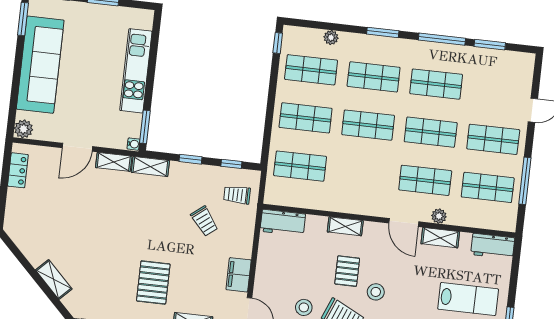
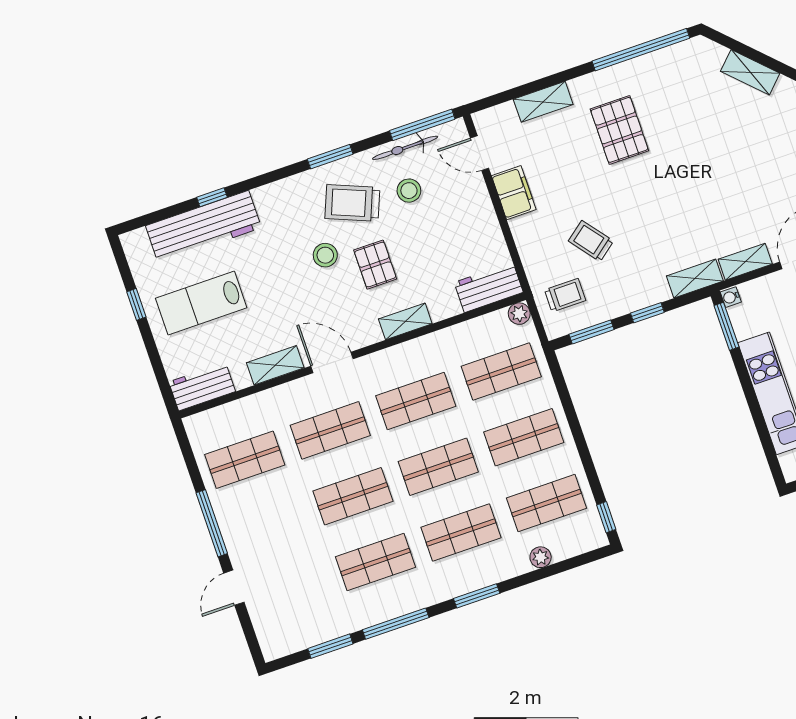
shop shelf: (493, 139) -> (416, 401), moved
window: (231, 164) -> (592, 332), width x1.50
window: (525, 181) -> (212, 523), moved
plant: (439, 216) -> (519, 314), moved

